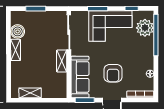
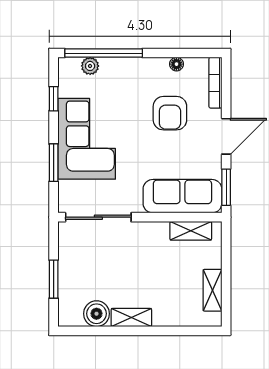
plant: (145, 28) -> (90, 66), width x0.53, depth x0.53
shelving: (62, 61) -> (191, 231), moved
armchair: (113, 73) -> (170, 113), moved, turned 90

